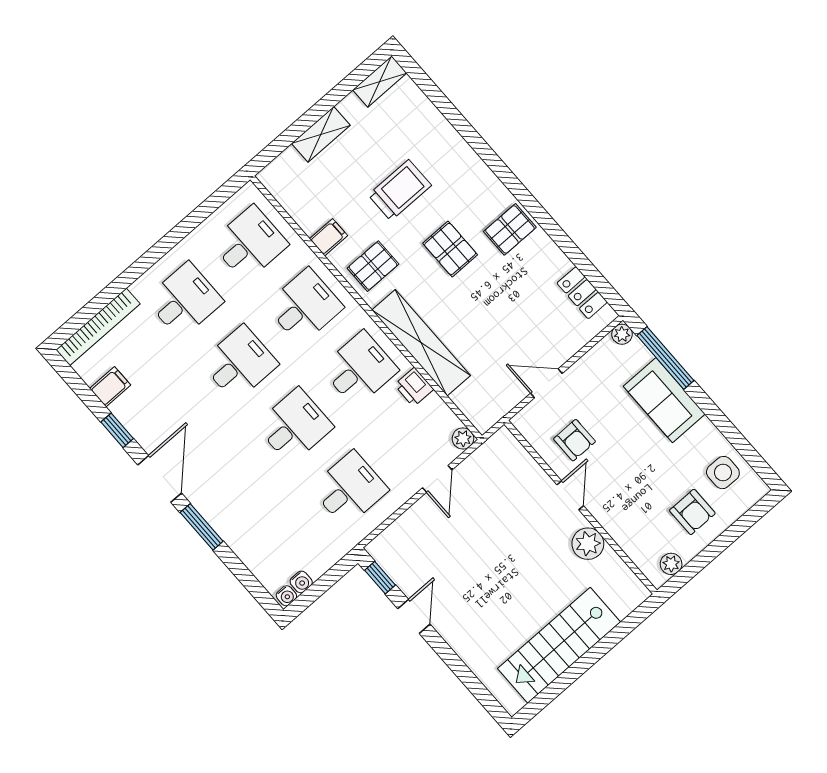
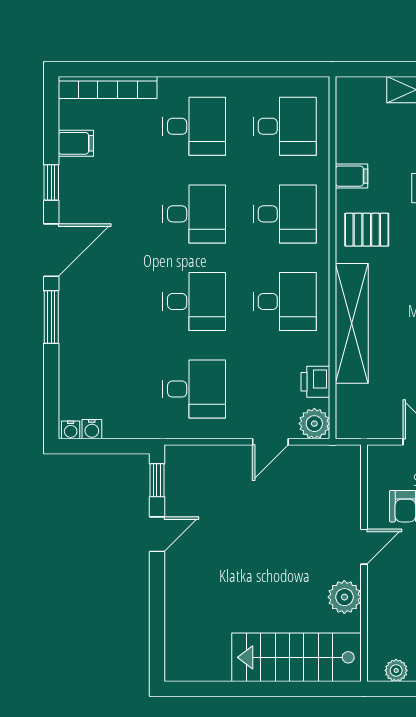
printer: (414, 387) -> (315, 382), moved
plant: (463, 439) -> (314, 424), width x1.38, depth x1.38
stairs: (559, 645) -> (297, 657), moved

